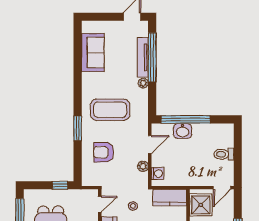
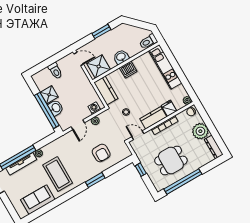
coffee table: (110, 110) -> (58, 174), moved
shower: (201, 132) -> (49, 95), added
door: (150, 145) -> (78, 125), swing flipped

